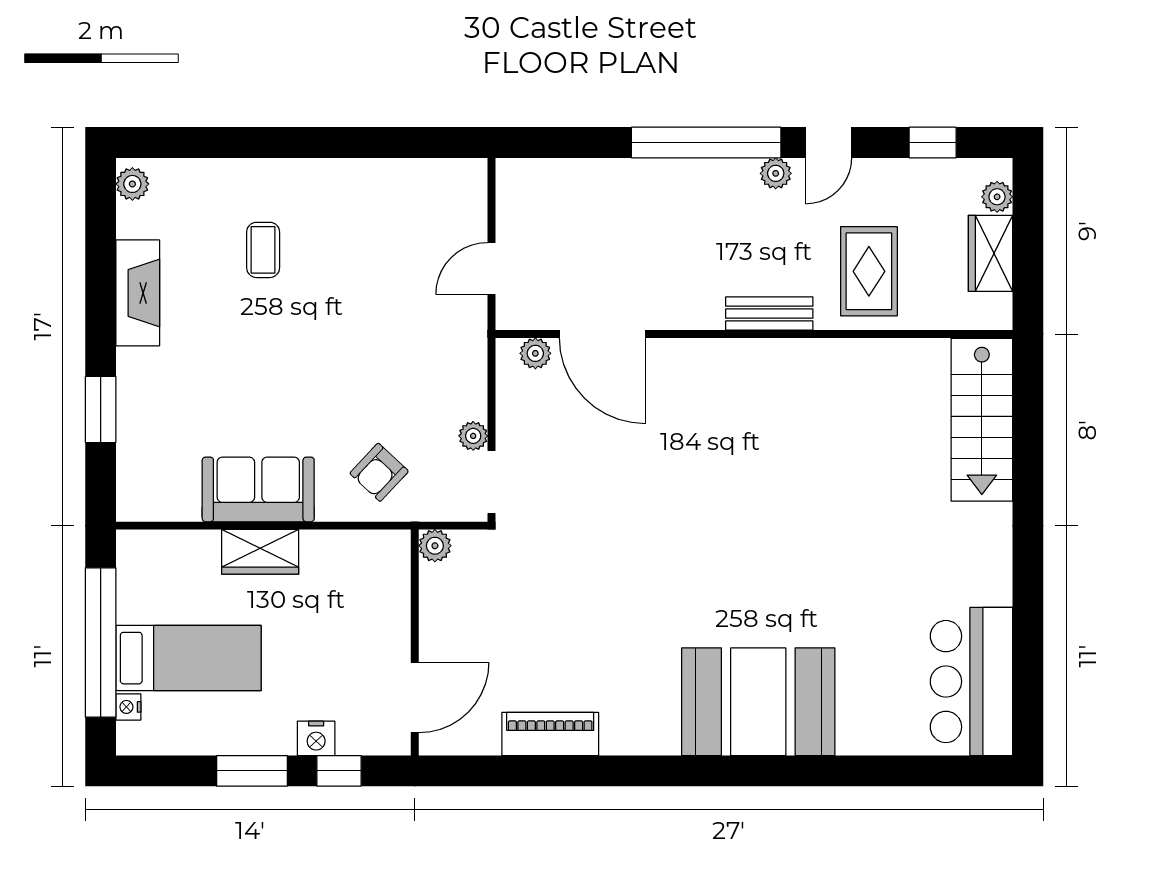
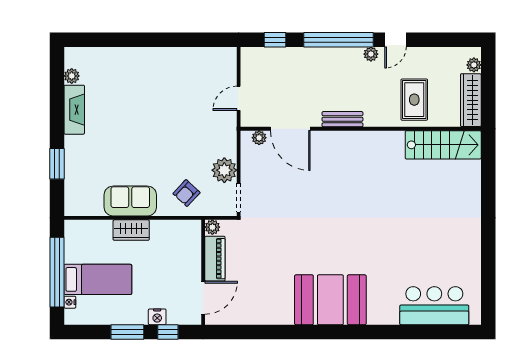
window: (933, 143) -> (275, 40), moved
plant: (132, 184) -> (72, 76), moved
coffee table: (263, 250) -> (133, 90), removed
wardrobe: (990, 253) -> (471, 100), width x1.50
bench: (769, 314) -> (342, 119), moved
stairs: (982, 420) -> (443, 145), moved, turned -90
plant: (473, 436) -> (224, 170), width x1.87, depth x1.87
bar counter: (971, 682) -> (434, 306), moved, turned 90
booth: (758, 702) -> (330, 300), moved
piano: (550, 734) -> (215, 259), moved, turned 90

